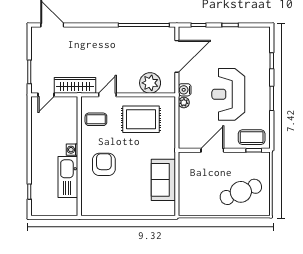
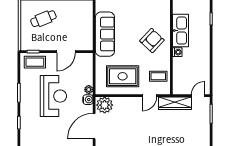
plant: (150, 83) -> (105, 105), moved
armchair: (104, 164) -> (152, 40), turned -137
sofa: (163, 180) -> (105, 34), width x1.36
cafe table: (241, 192) -> (43, 19), width x0.73, depth x0.74

